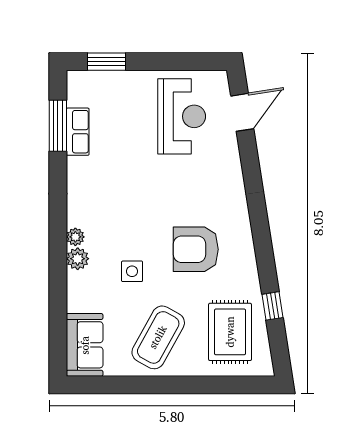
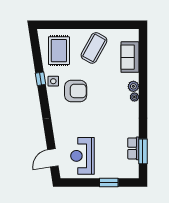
window: (106, 62) -> (109, 183), moved
side table: (132, 271) -> (53, 81), moved
window: (273, 306) -> (41, 79), moved
sofa: (85, 345) -> (130, 57), moved

